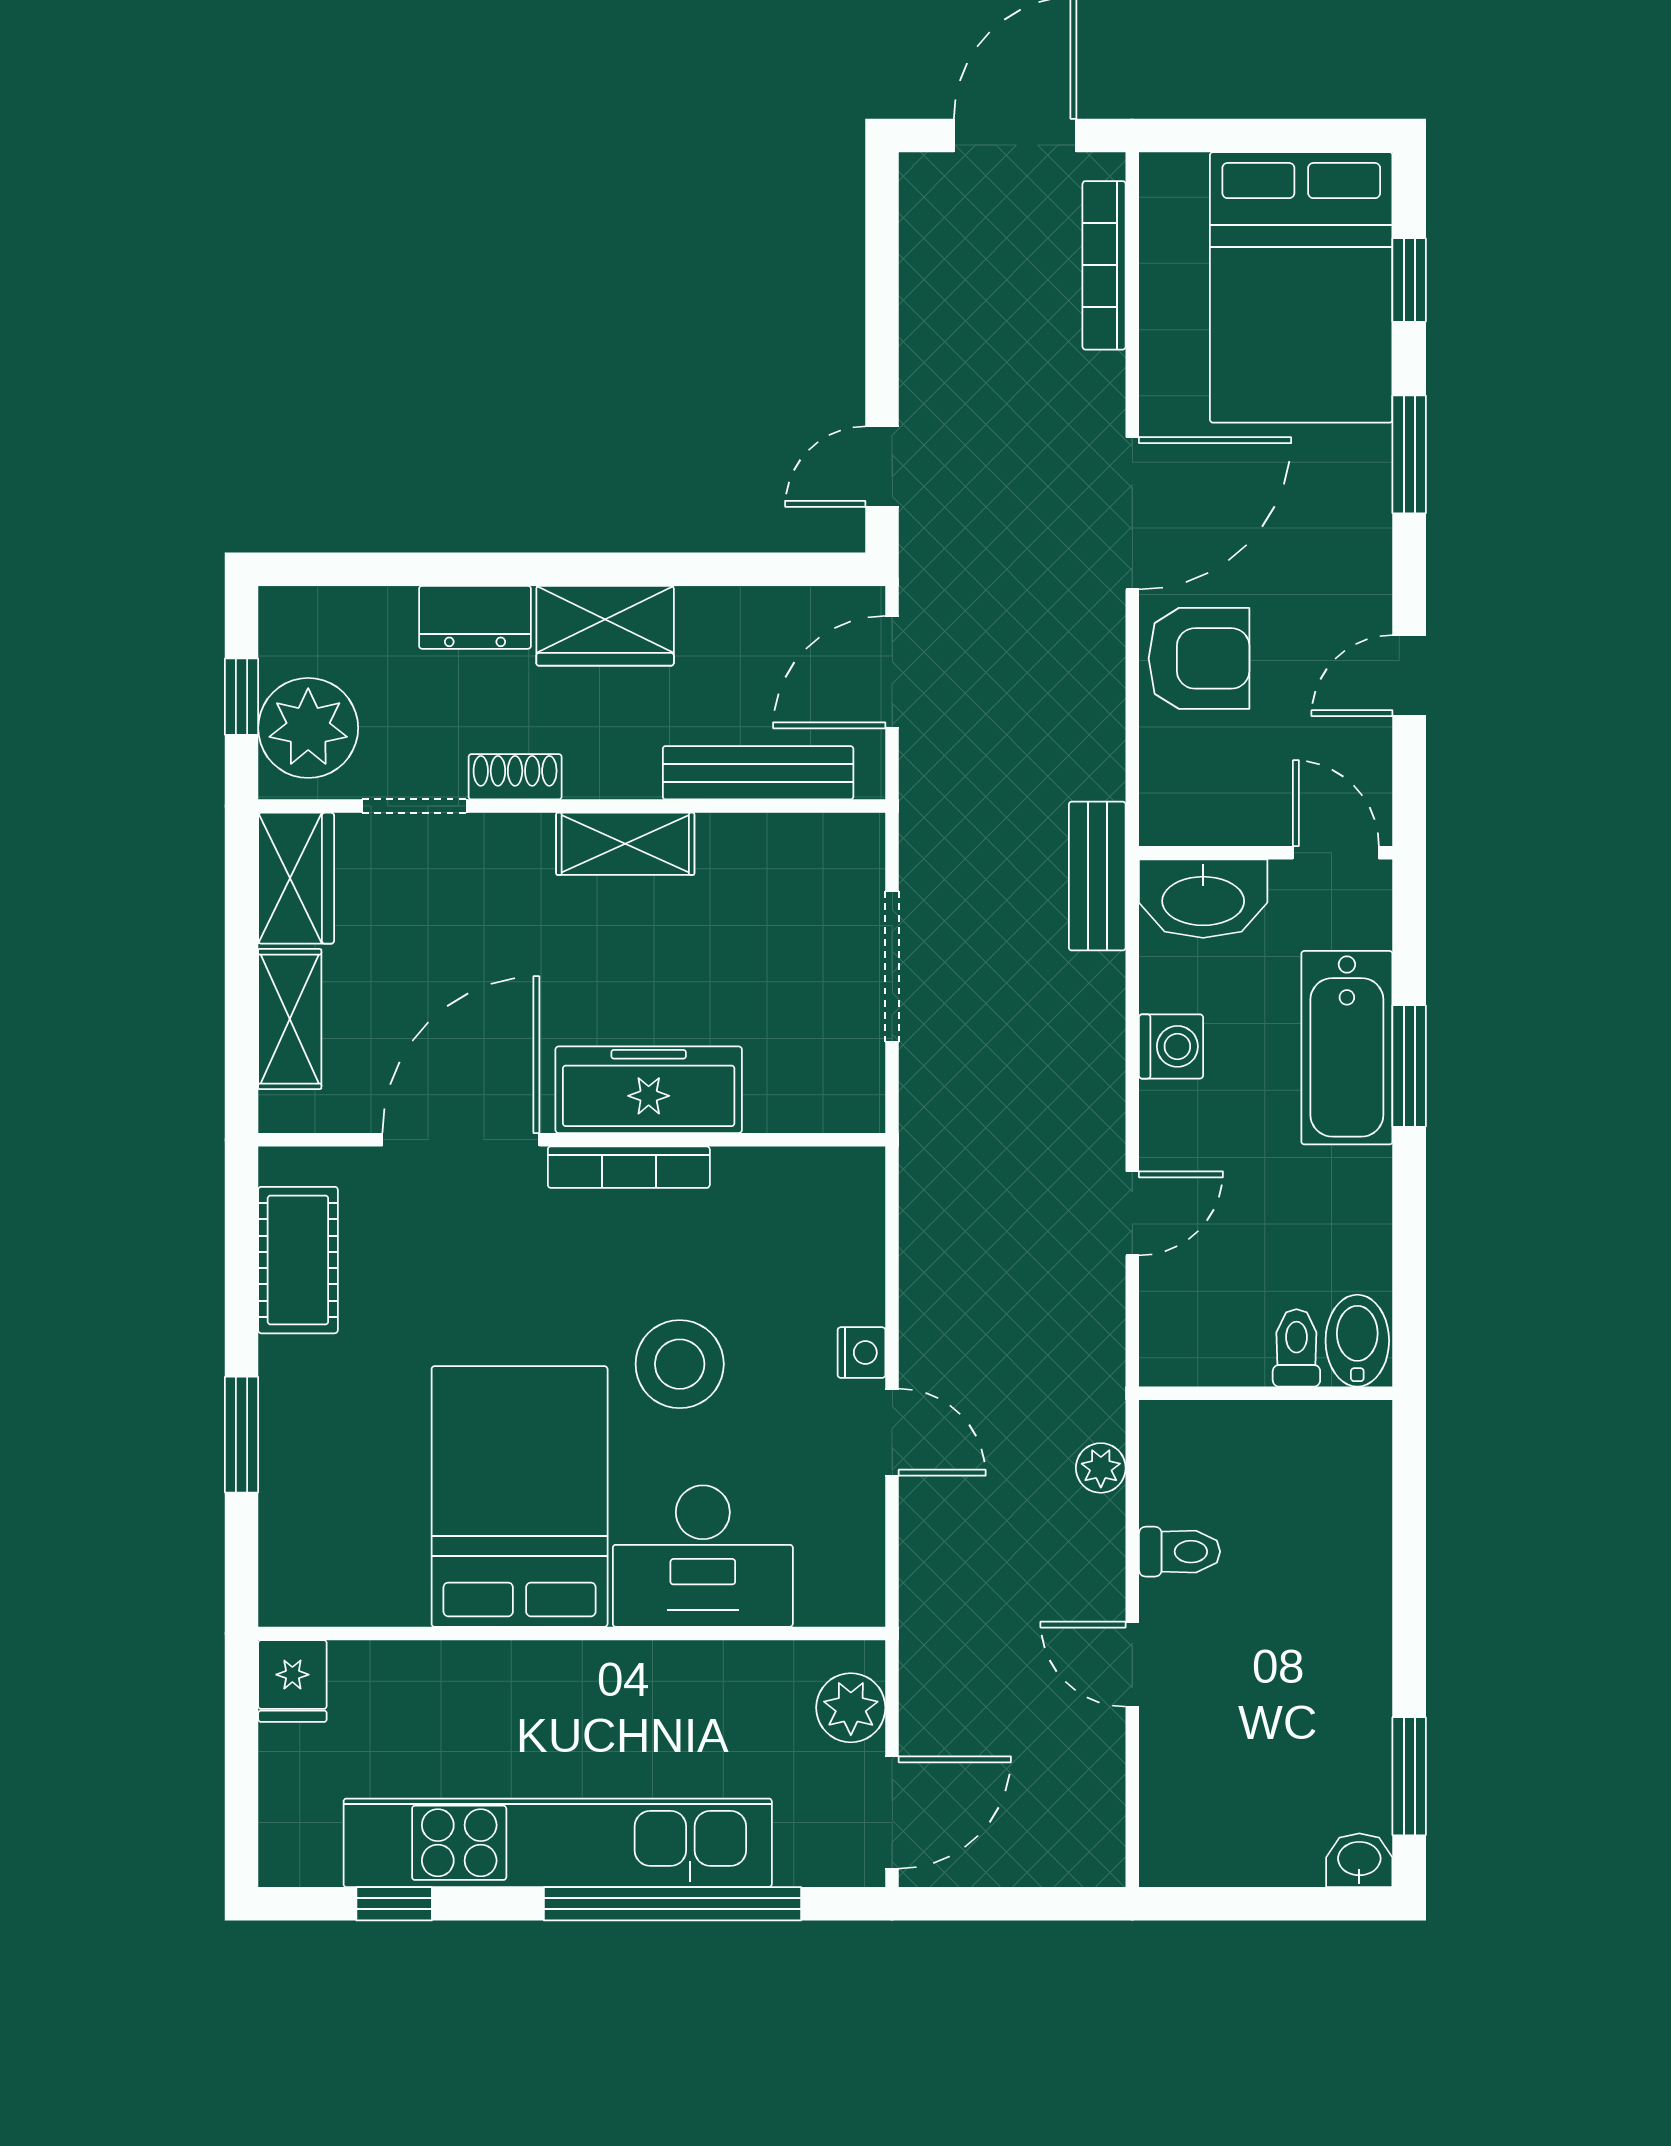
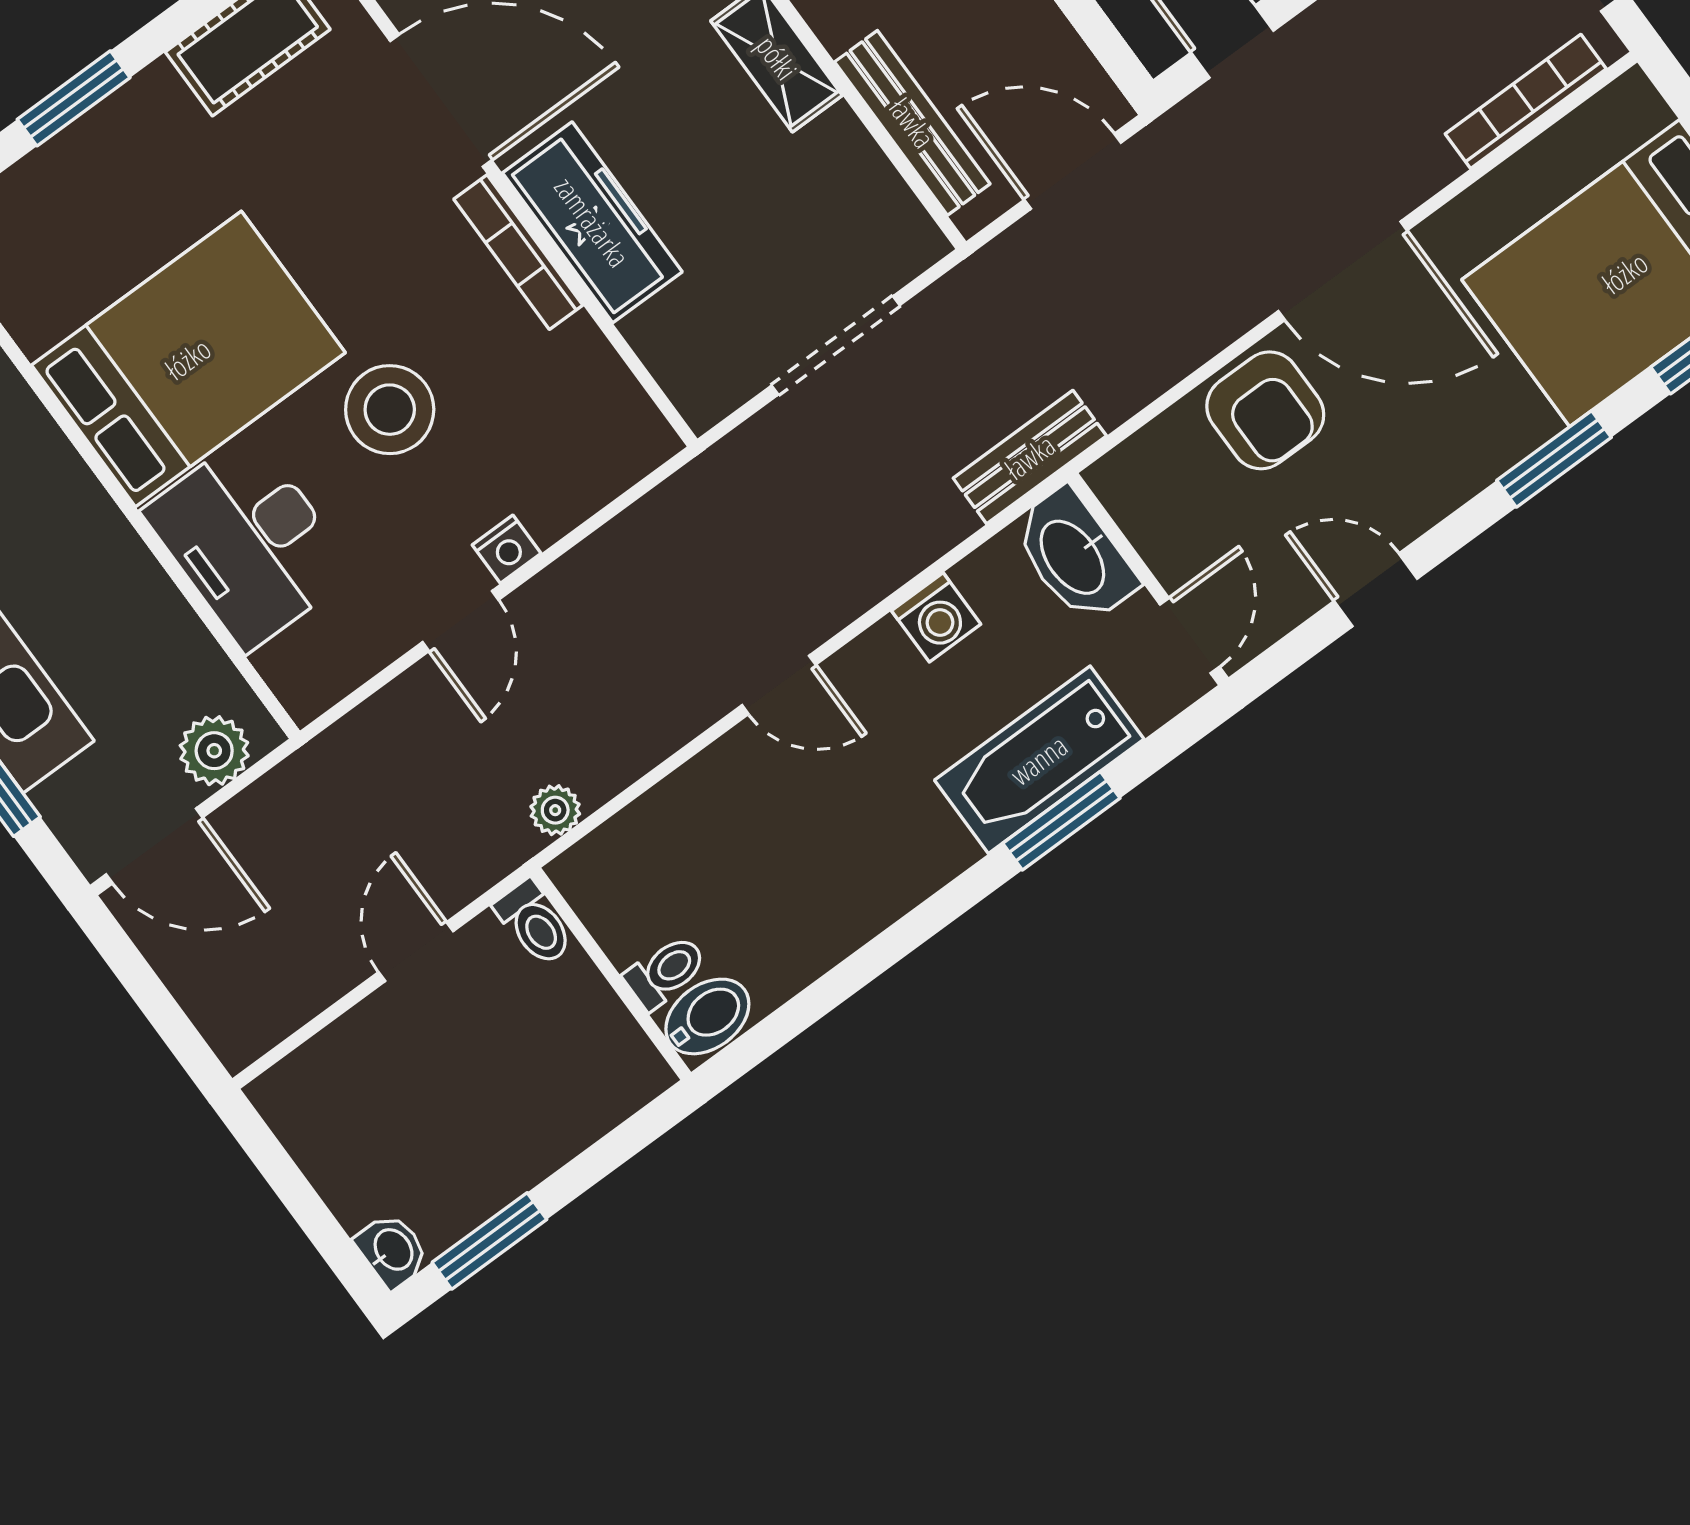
bidet: (1357, 1341) -> (707, 1016), moved
toilet: (1296, 1348) -> (666, 972), moved
wall: (1266, 1393) -> (611, 974), moved

